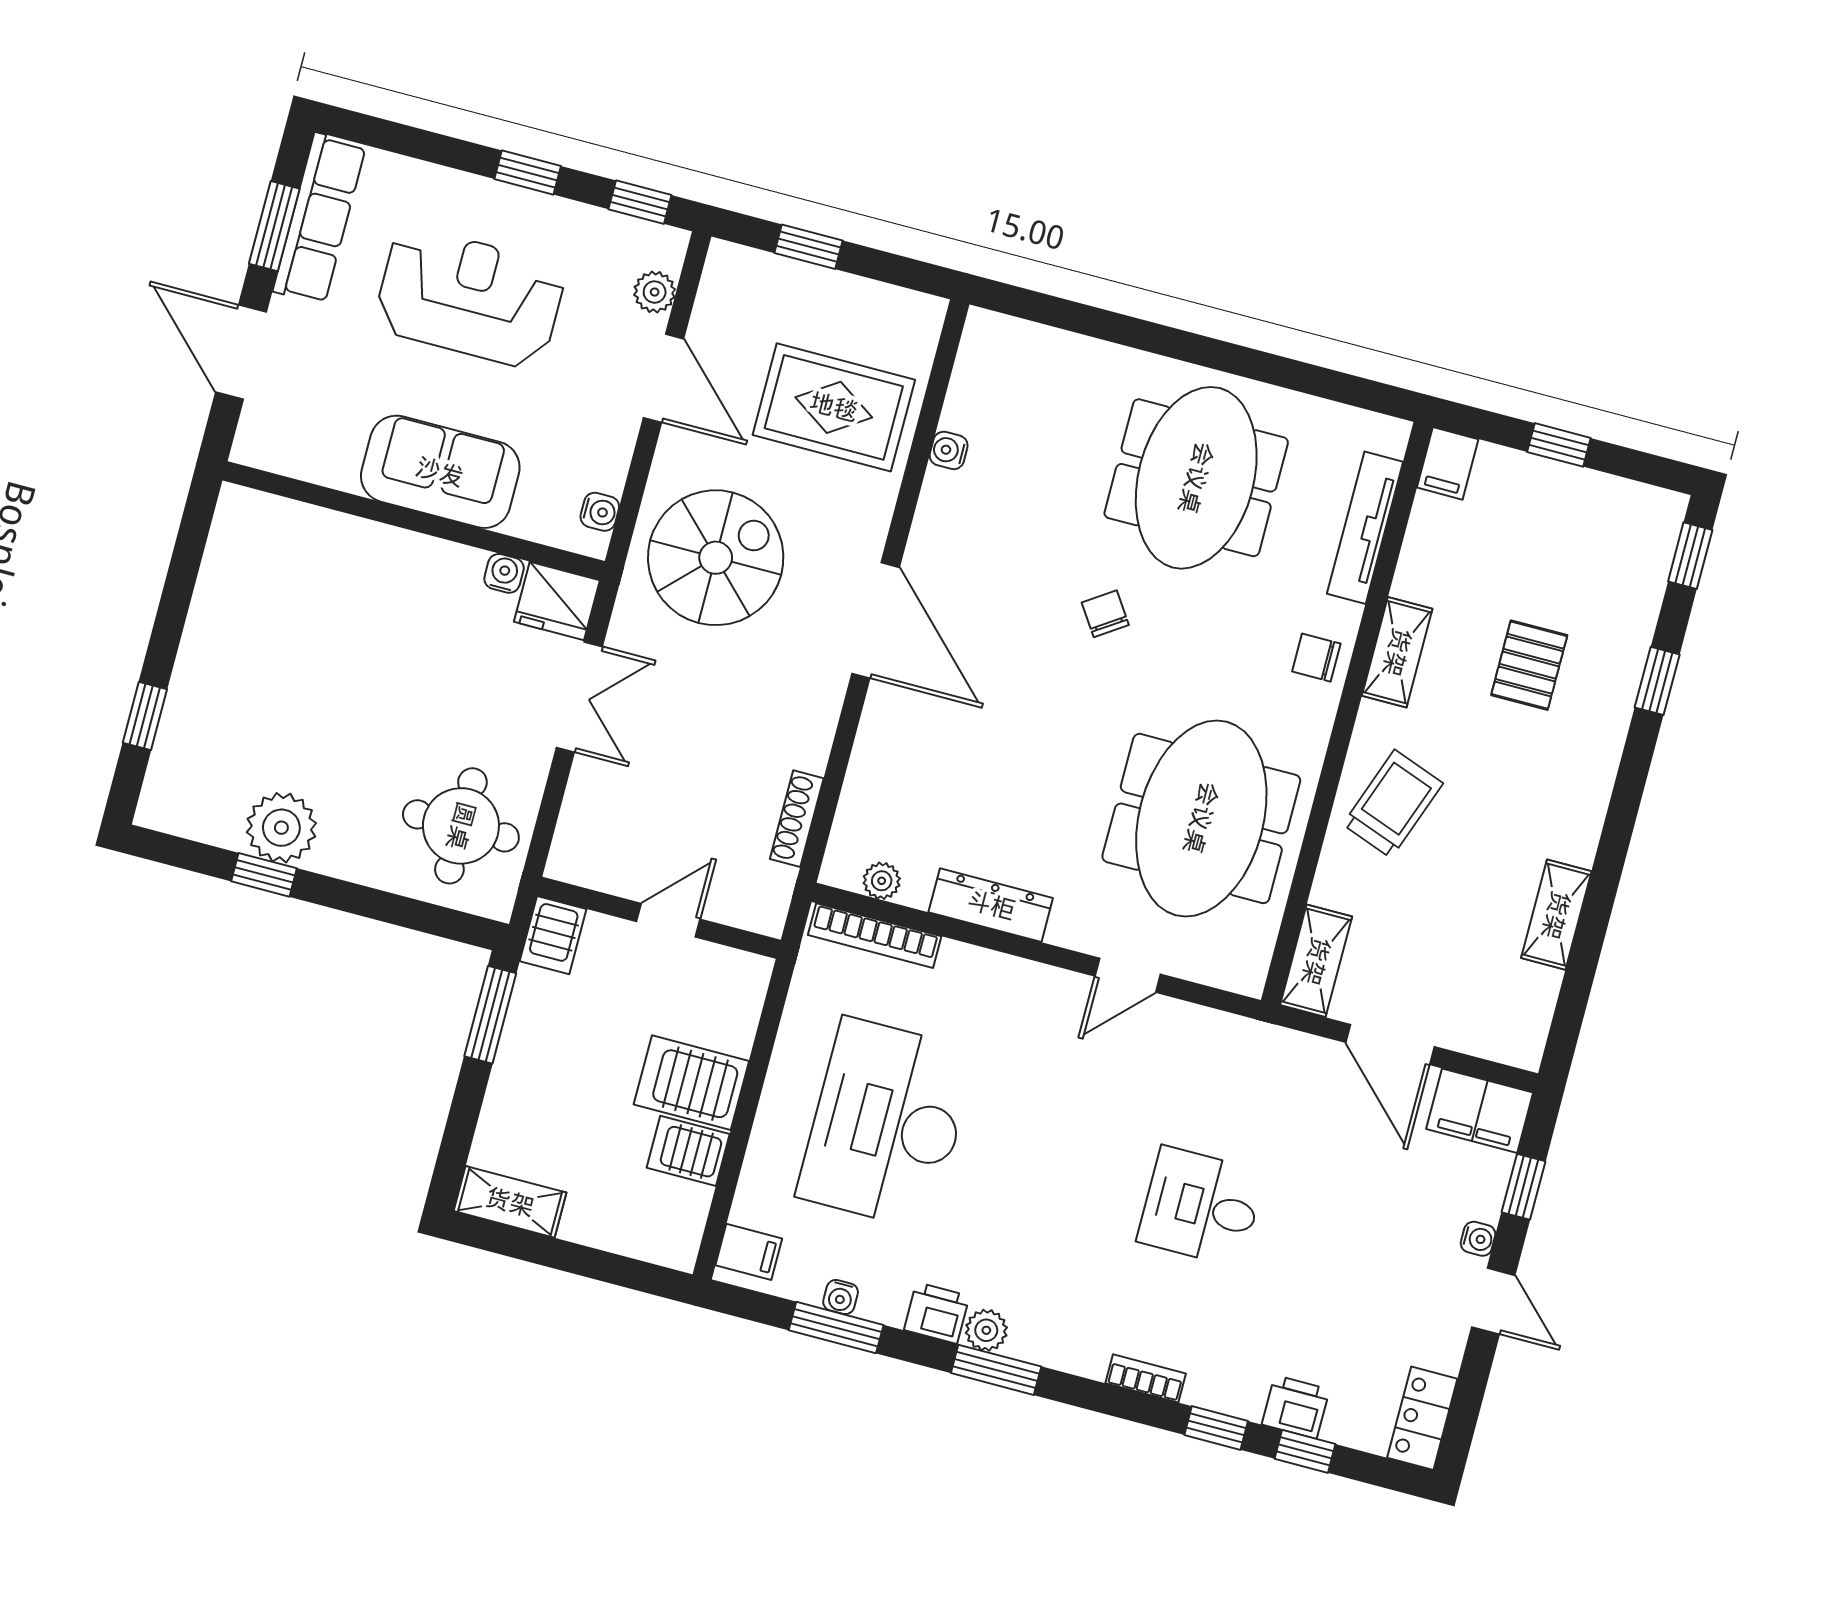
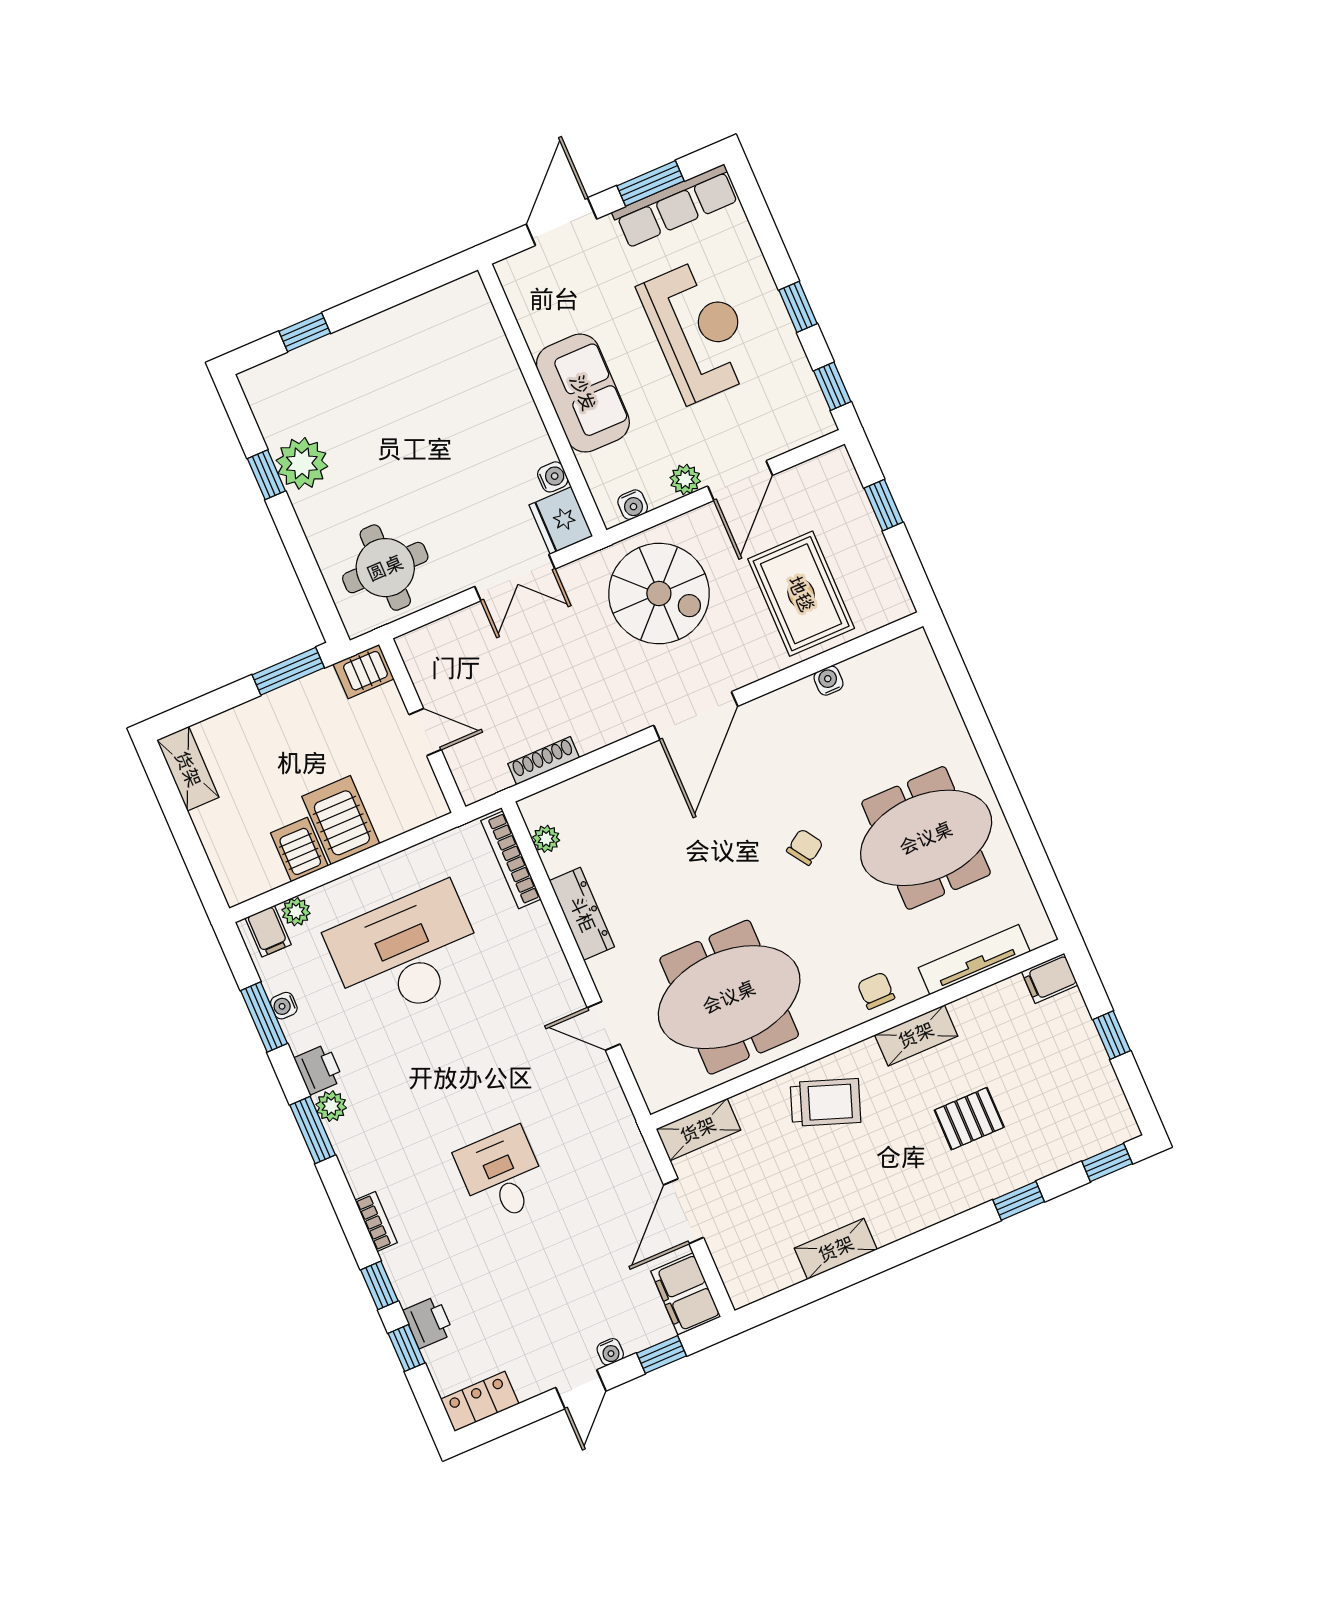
plant: (655, 292) -> (685, 480), moved
plant: (751, 1206) -> (296, 912), added

